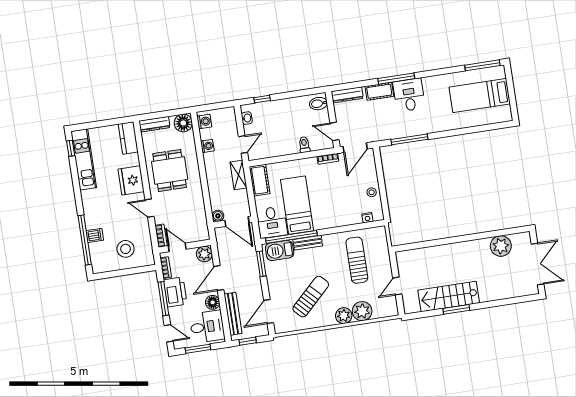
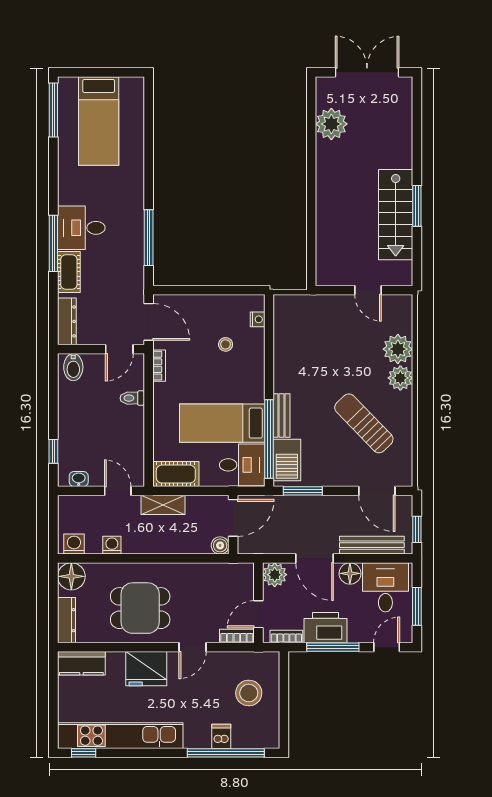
kitchen unit: (84, 159) -> (120, 736), width x1.36
stool: (372, 192) -> (226, 344), moved
sun lounger: (357, 260) -> (319, 345), removed

